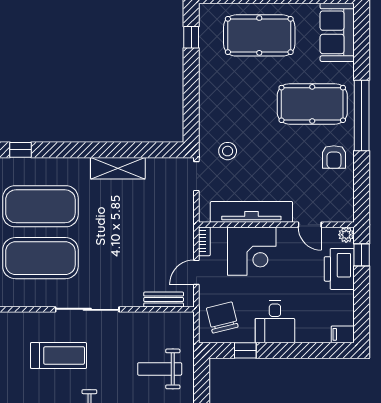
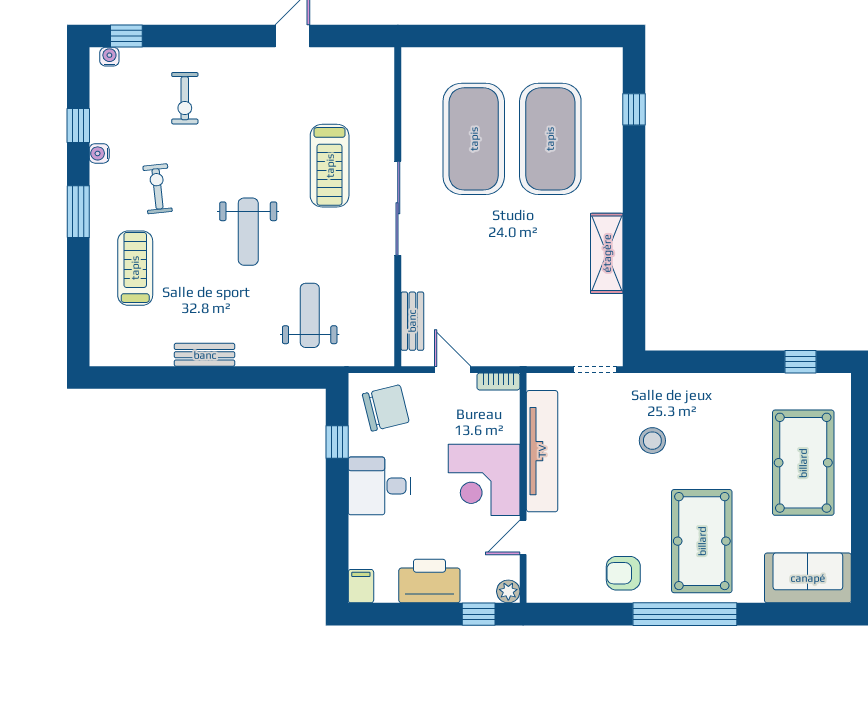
stool: (228, 151) -> (652, 441), moved
corner desk: (252, 251) -> (484, 480), moved
printer: (339, 269) -> (429, 581), moved

